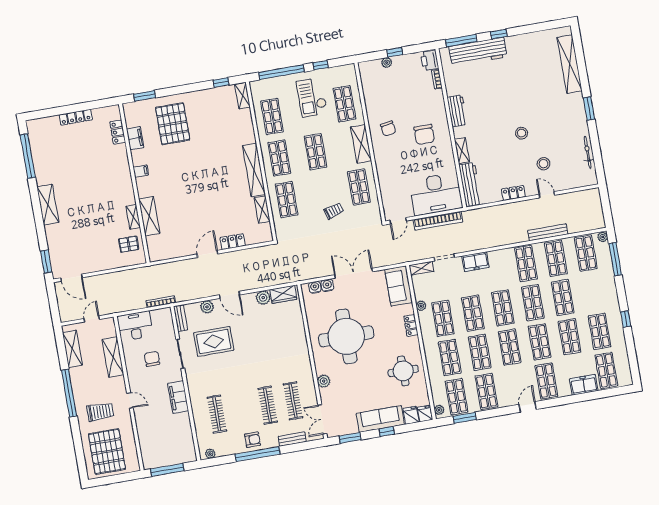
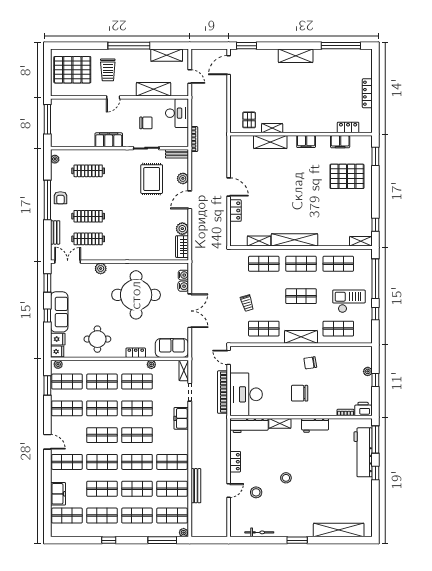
filing cabinet: (141, 171) -> (306, 142), width x2.00
shop shelf: (593, 292) -> (137, 516), added

